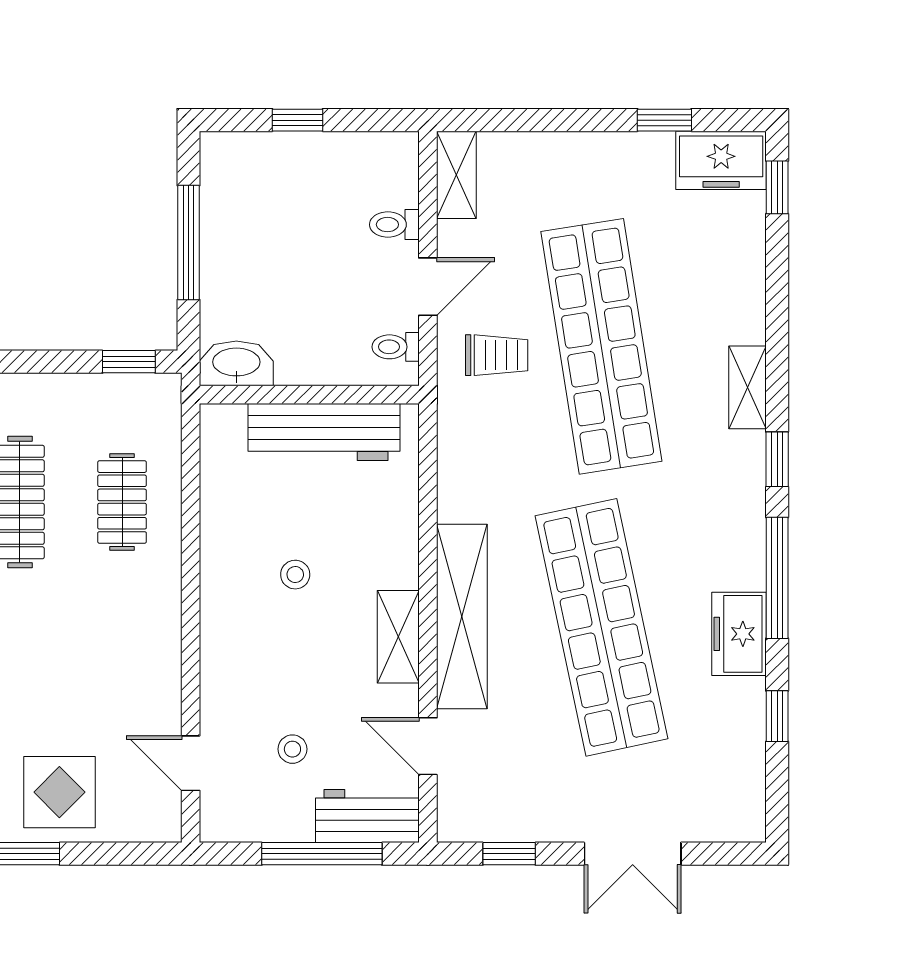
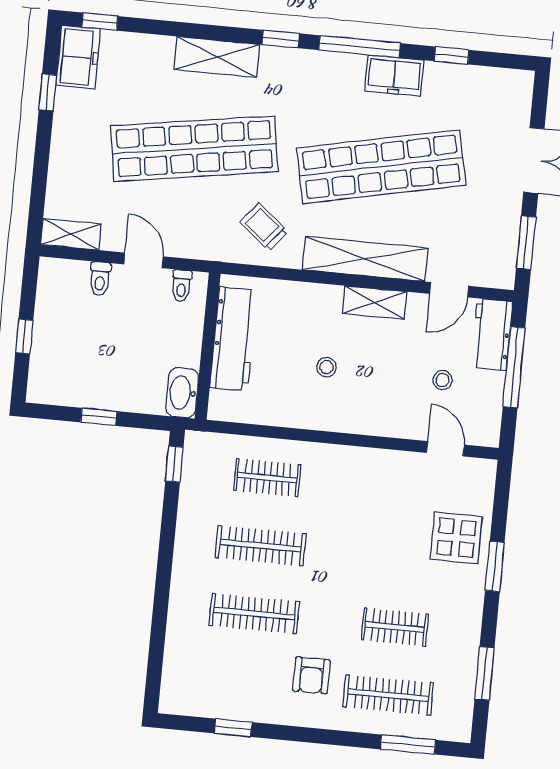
window: (189, 243) -> (99, 417), width x0.46
trolley: (497, 355) -> (264, 227), moved, turned -50
shelving: (747, 387) -> (217, 57), width x1.50, depth x1.33
door: (191, 763) -> (445, 449), swing flipped
window: (509, 854) -> (526, 243), width x1.50

